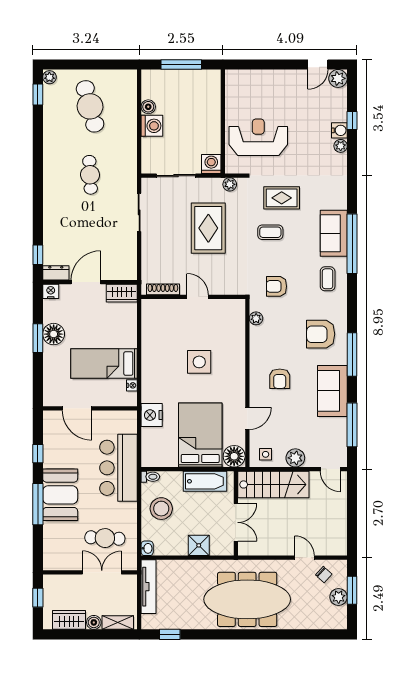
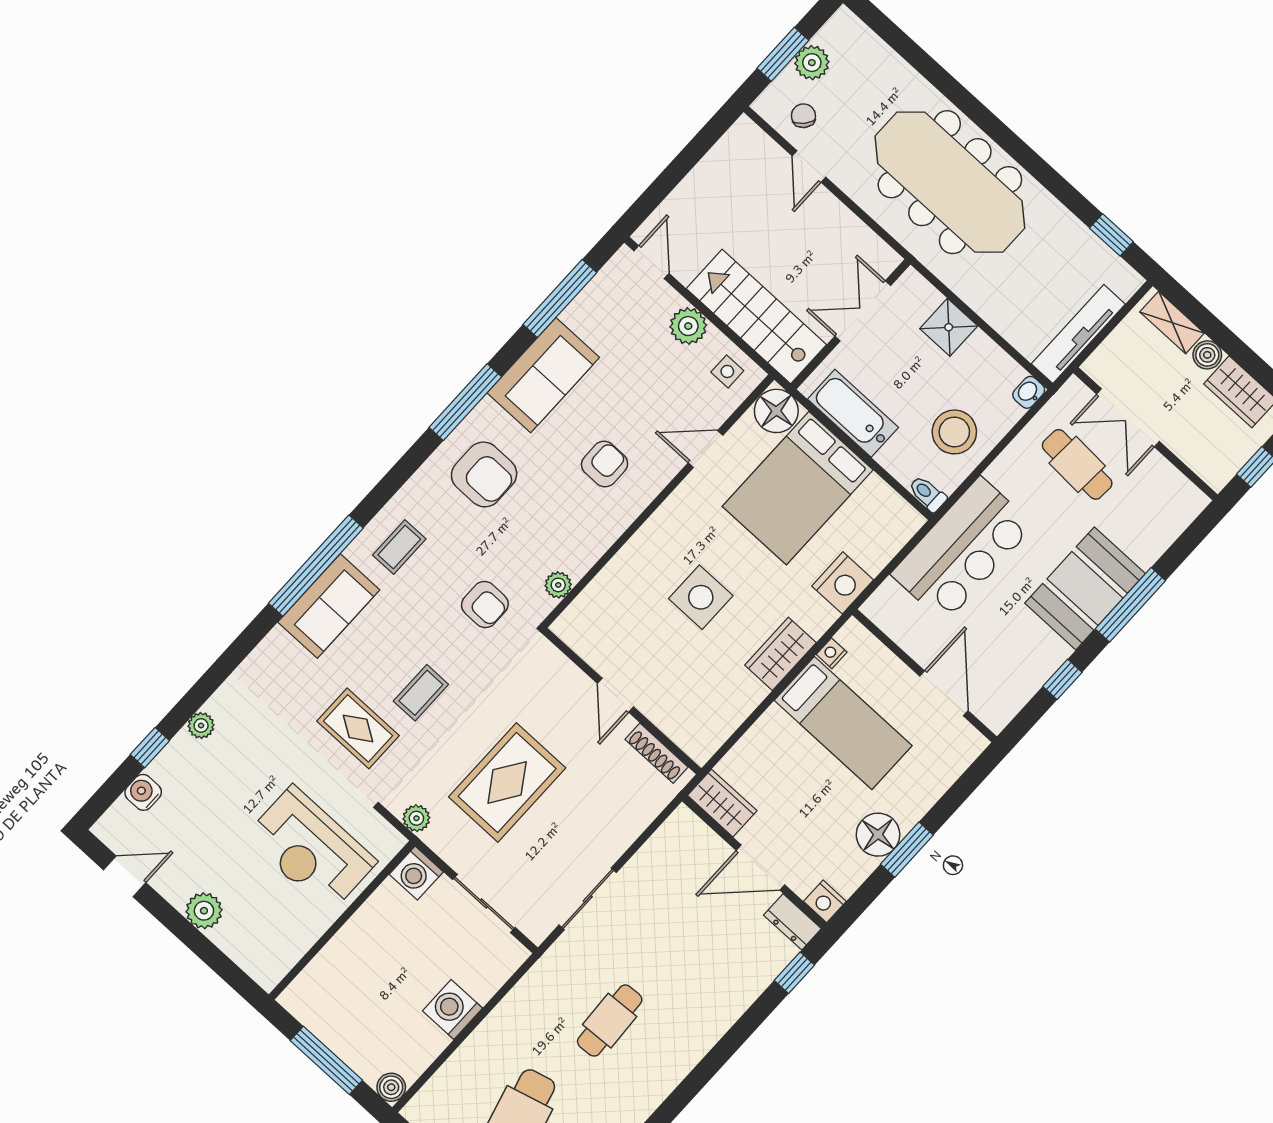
plant: (338, 78) -> (204, 911), moved
boiler: (148, 107) -> (391, 1087), moved
water cooler: (339, 130) -> (143, 792), moved
coffee table: (270, 232) -> (421, 693), turned 90
wardrobe: (151, 368) -> (780, 654), added

